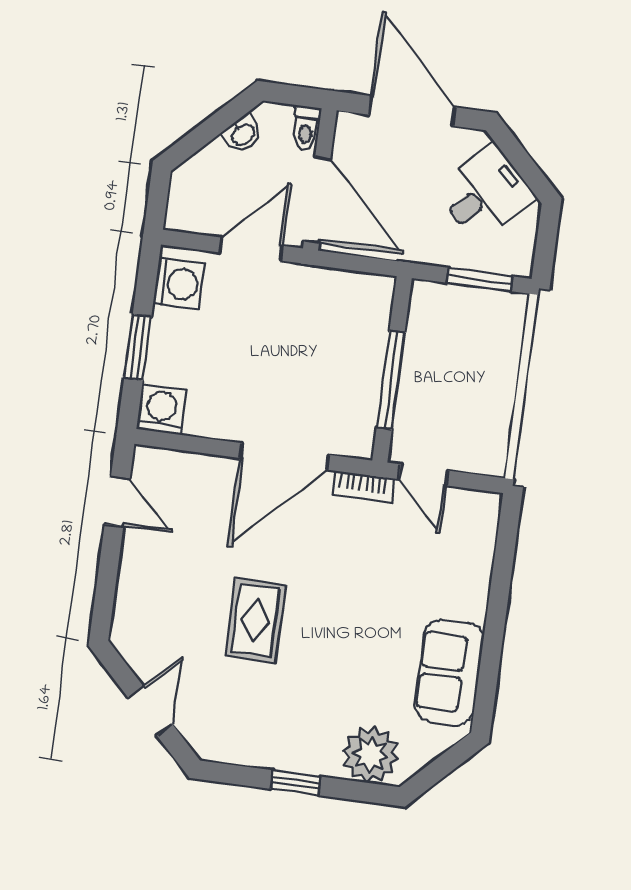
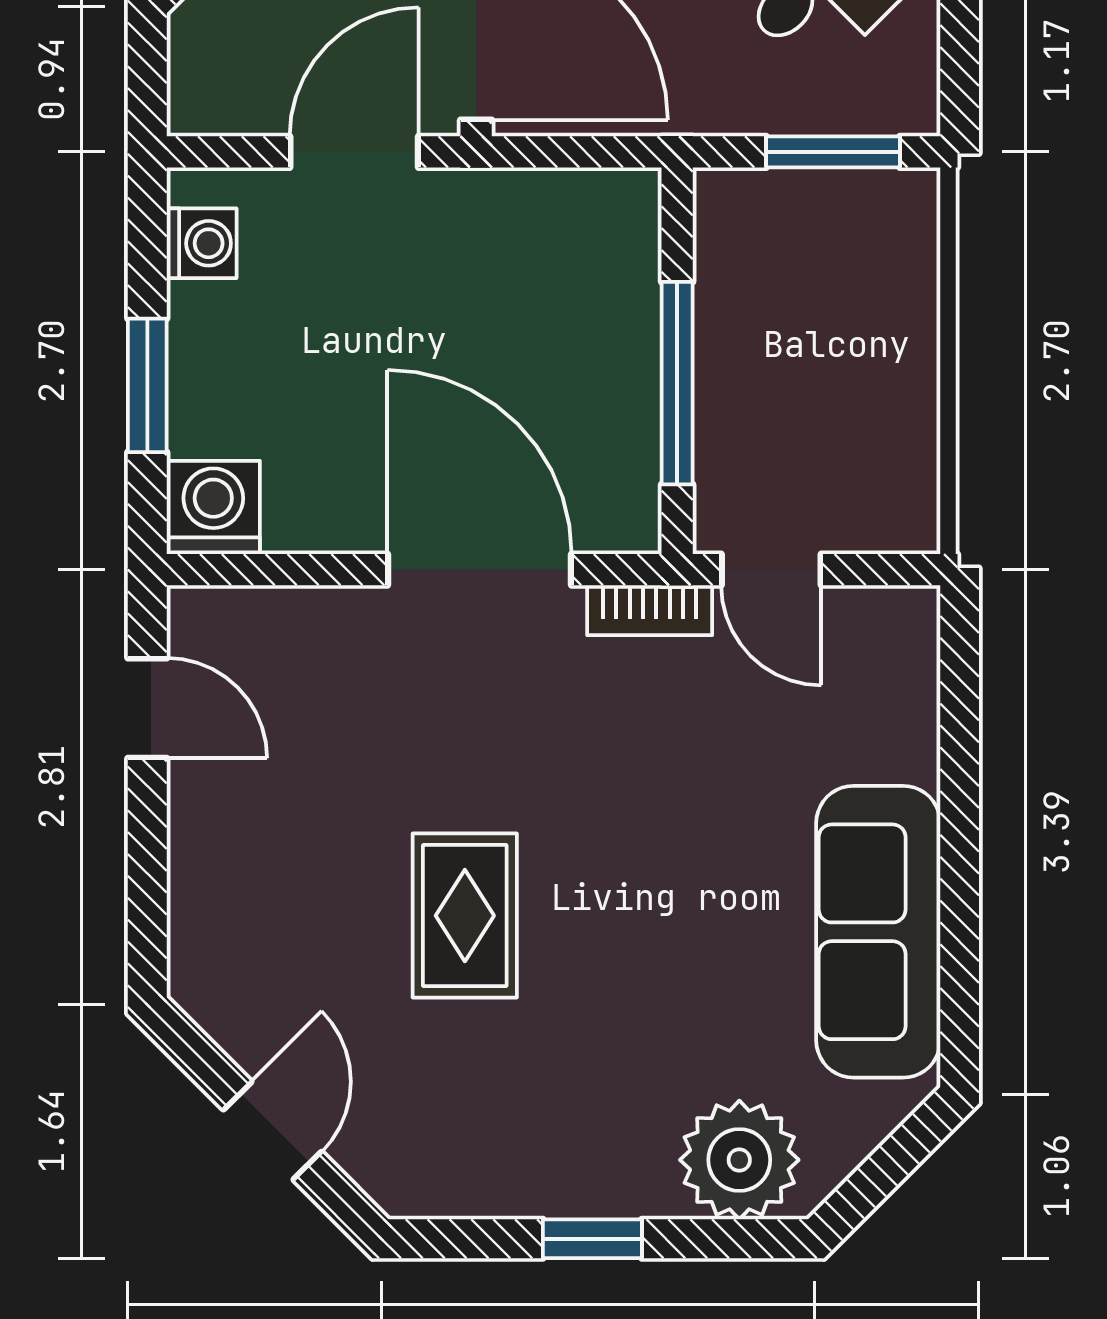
washing machine: (179, 284) -> (202, 243), width x0.73, depth x0.73
door: (284, 456) -> (479, 570), swing flipped
sofa: (449, 673) -> (878, 932), width x1.36

